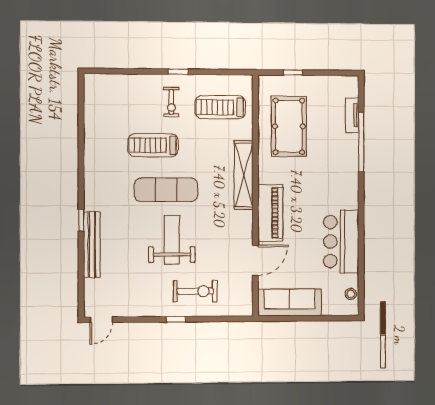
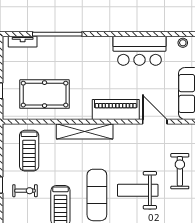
tv unit: (352, 115) -> (23, 42), moved

